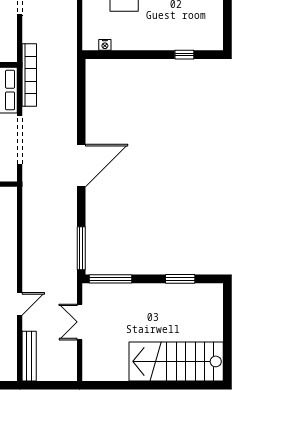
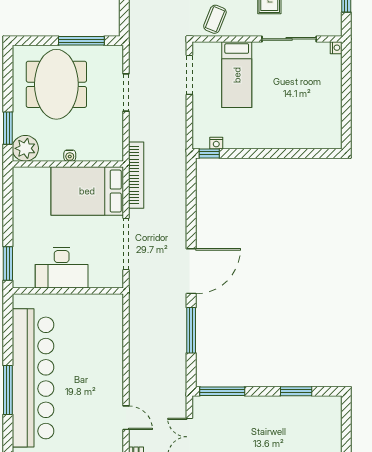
window: (184, 55) -> (209, 153), moved
window: (81, 248) -> (191, 330), moved
door: (20, 304) -> (126, 418), hinge flipped

